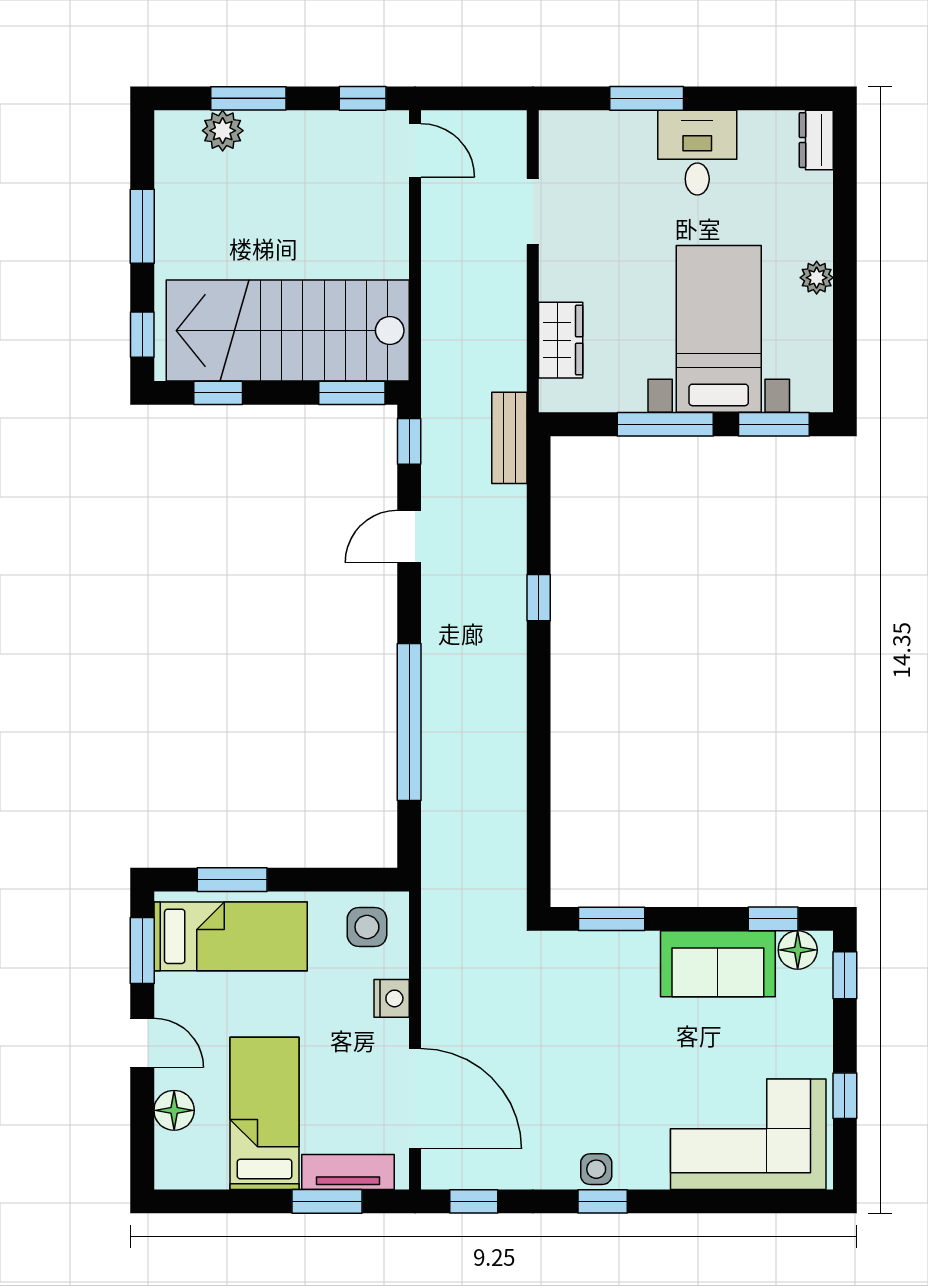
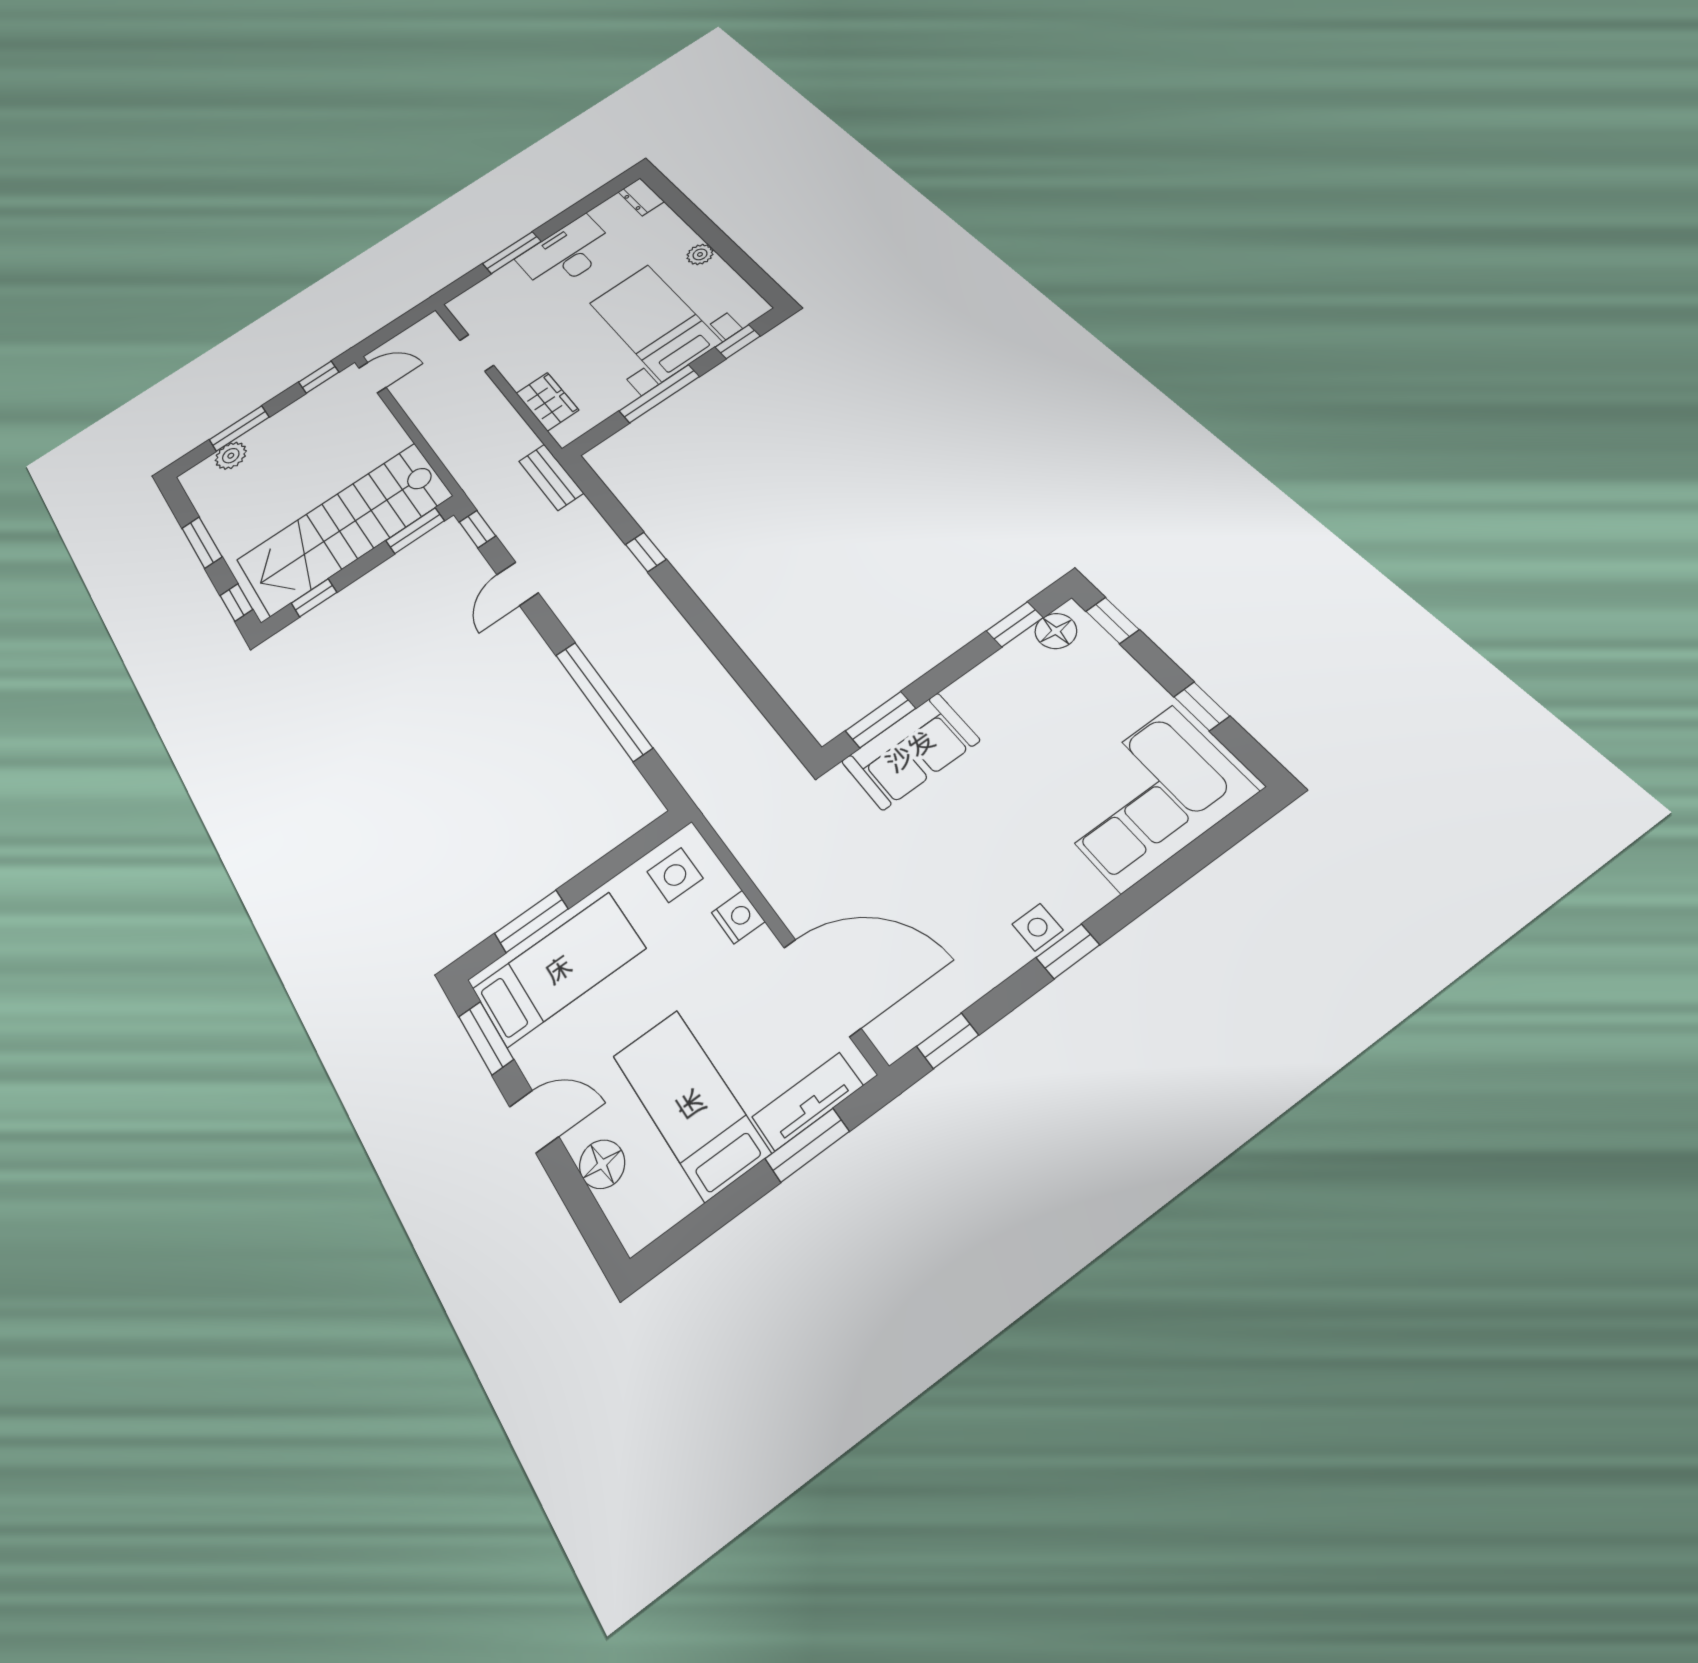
desk: (697, 153) -> (567, 253), width x1.37
window: (774, 424) -> (738, 342), width x0.67
sofa: (718, 964) -> (910, 751), moved

